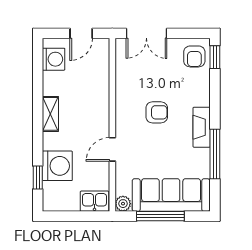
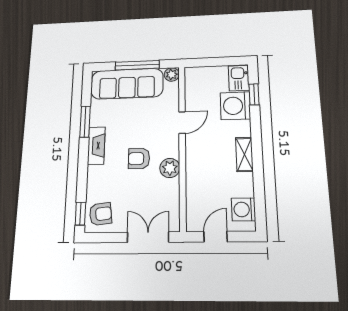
armchair: (194, 56) -> (101, 214), turned 83
plant: (125, 102) -> (170, 168), added
window: (215, 154) -> (85, 122), width x0.69
kitchen sink: (95, 201) -> (239, 78), moved, turned 90

